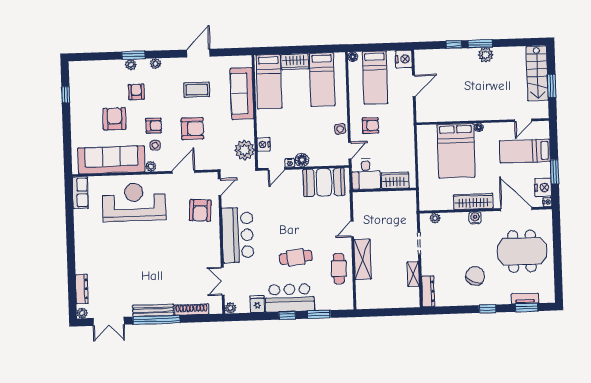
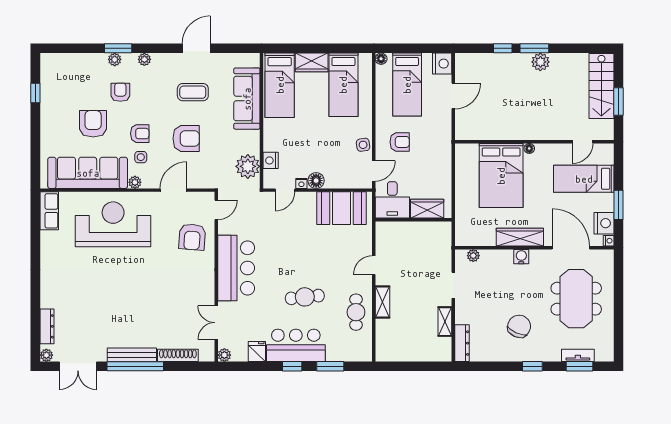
meeting table: (522, 251) -> (576, 299), turned 90
shelving: (363, 259) -> (382, 302), width x0.67, depth x0.75

